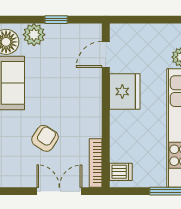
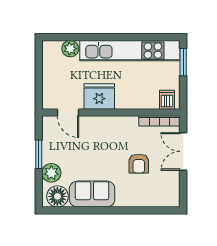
window: (56, 20) -> (39, 154), width x1.50
armchair: (45, 138) -> (139, 164), turned -123

